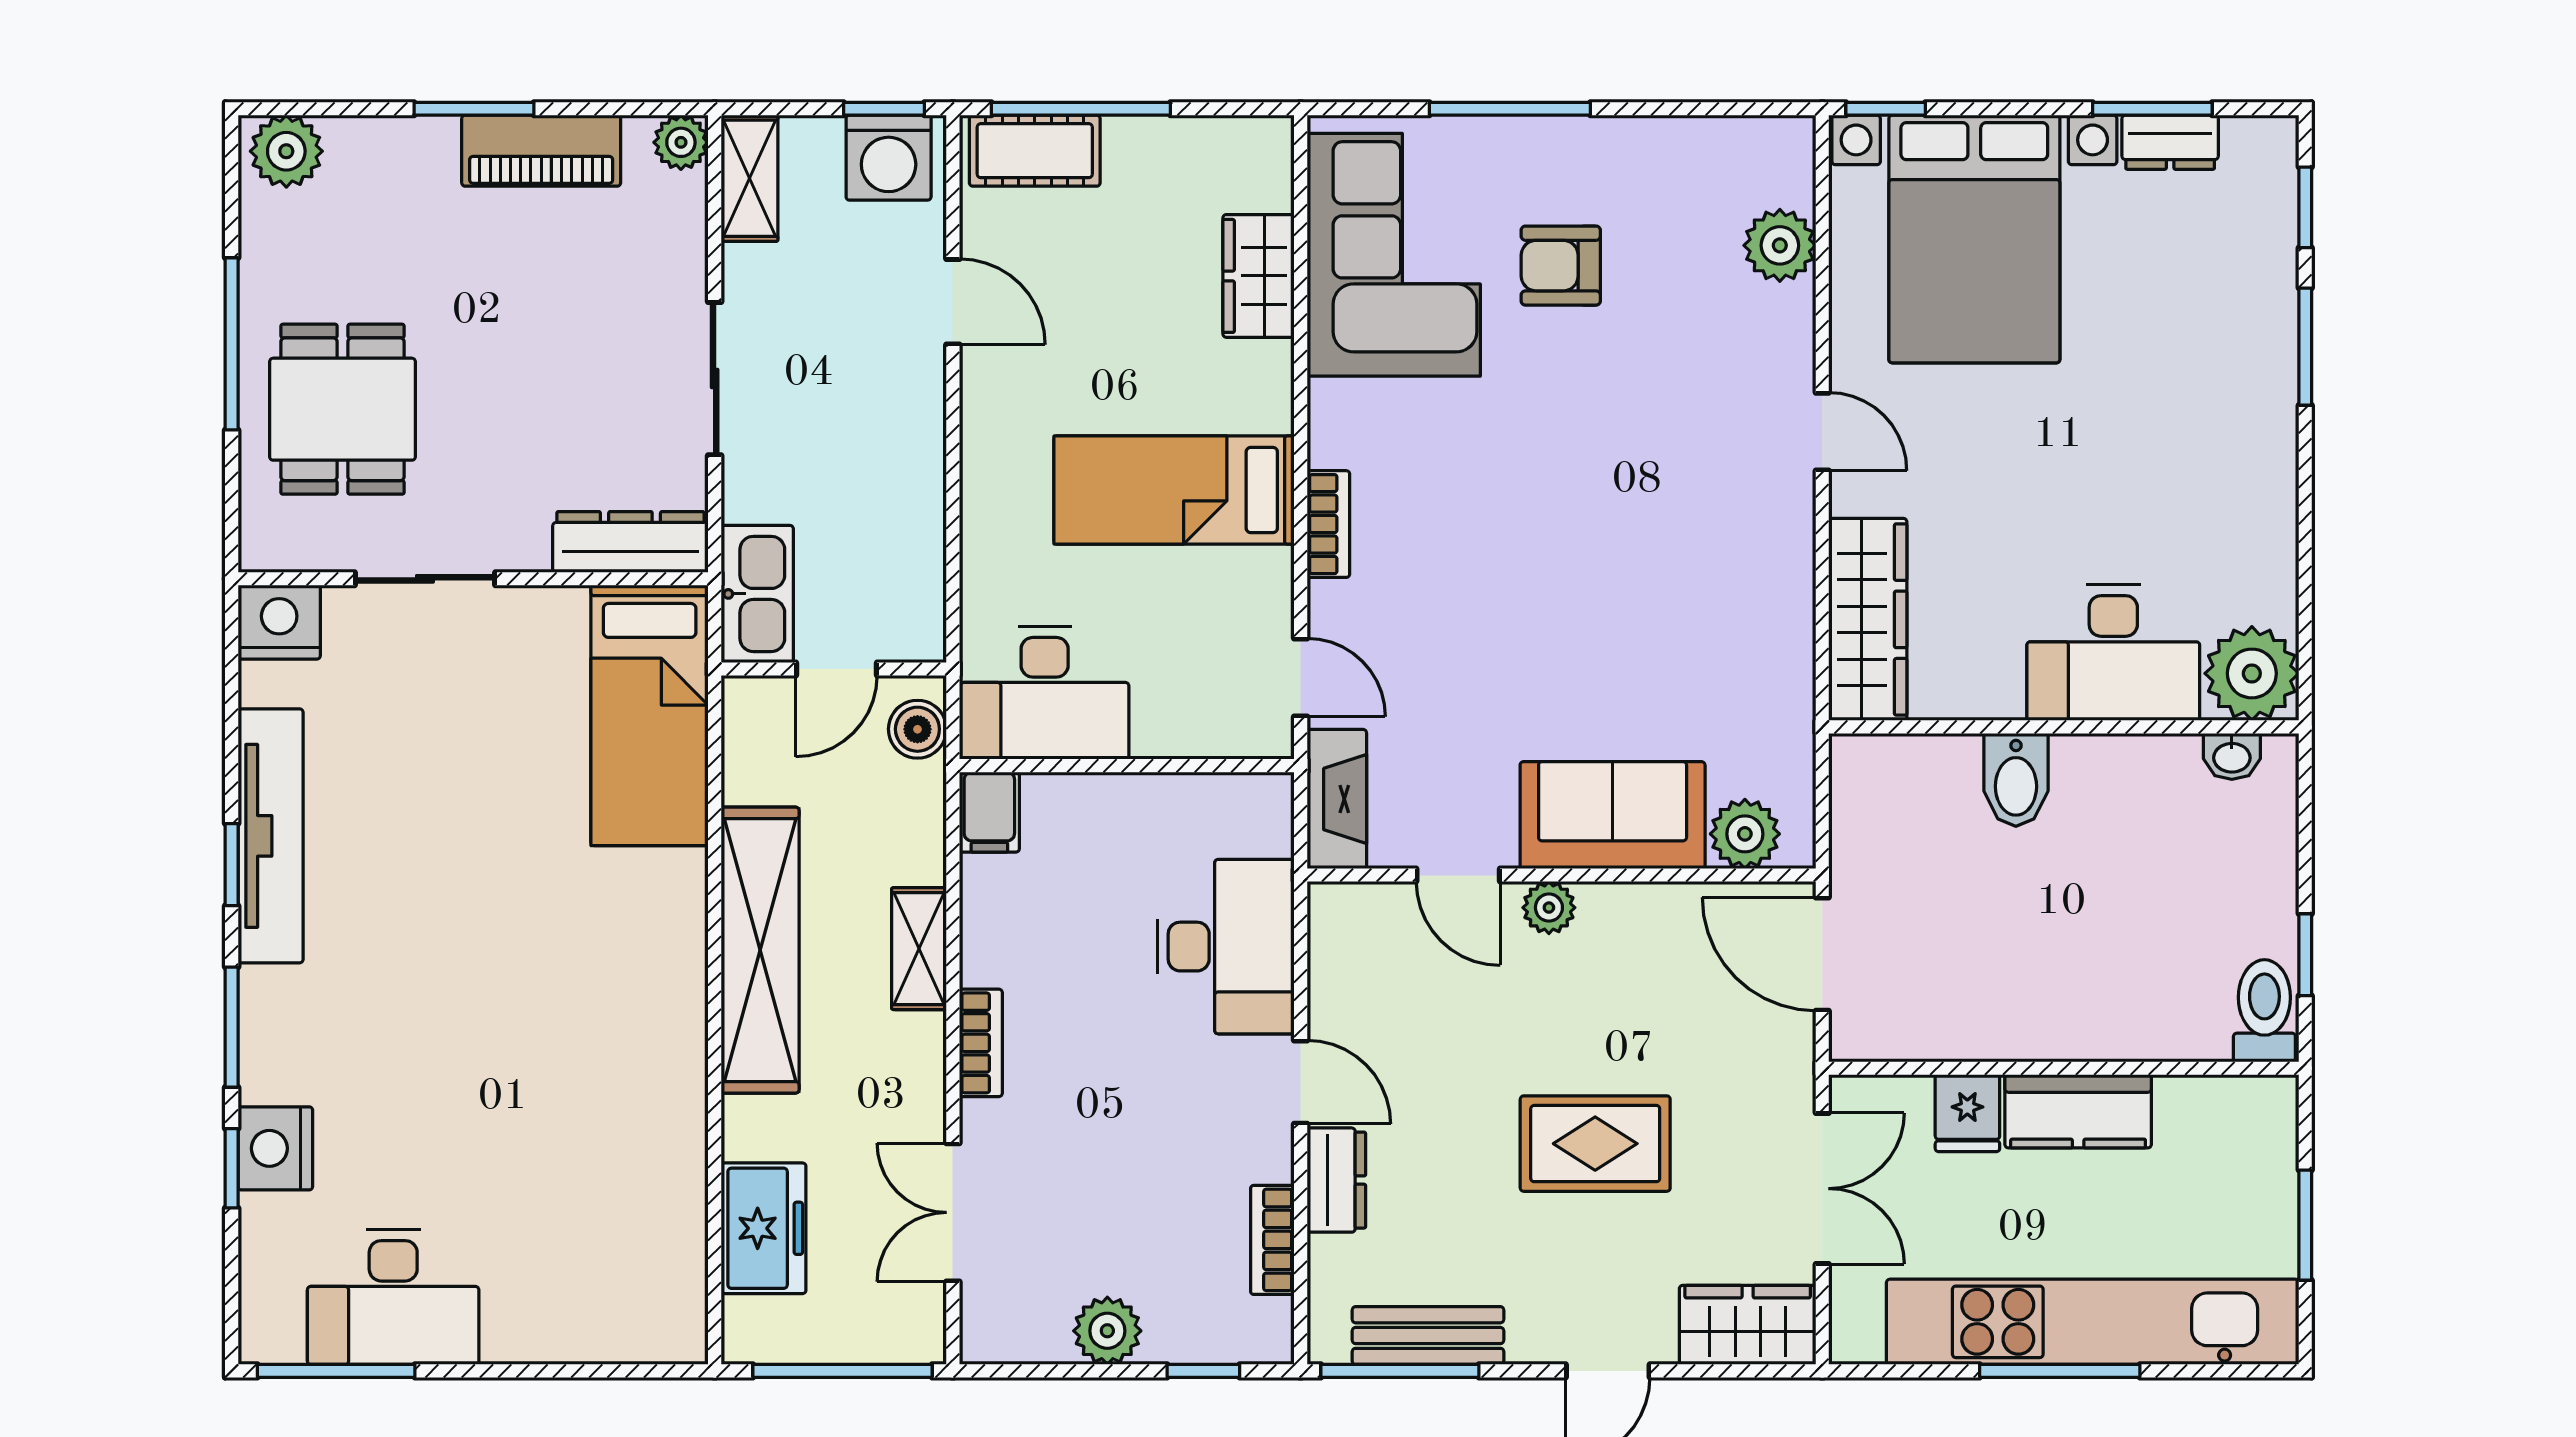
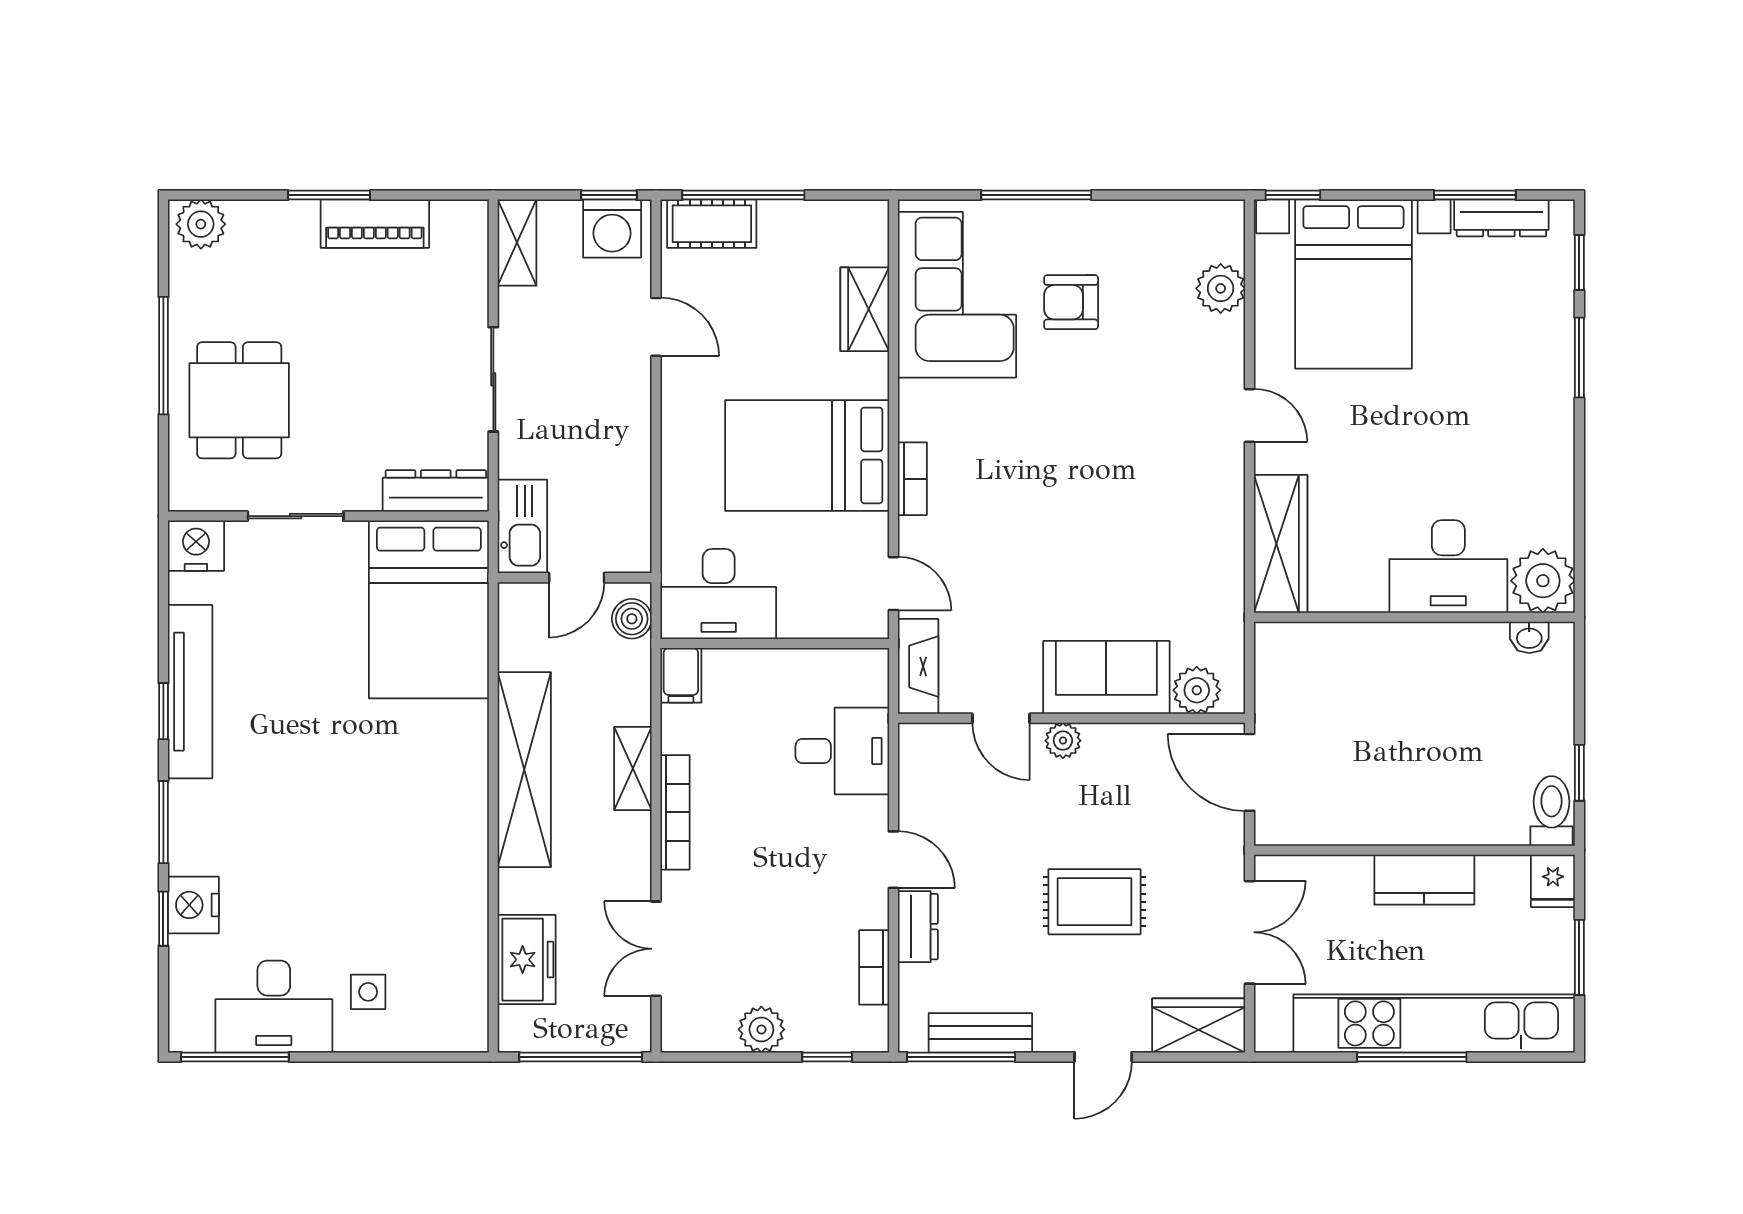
plant: (681, 142) -> (470, 218), removed
dresser: (2170, 142) -> (1501, 218), width x1.44
bed: (1174, 490) -> (807, 455), width x1.50
bed: (650, 715) -> (429, 609), width x1.50
bidet: (2016, 780) -> (1382, 653), removed
desk: (1226, 947) -> (842, 751), width x0.73
bookcase: (981, 1043) -> (675, 812), width x1.56
fridge: (1967, 1113) -> (1553, 881), moved
side table: (531, 1276) -> (368, 992), added

